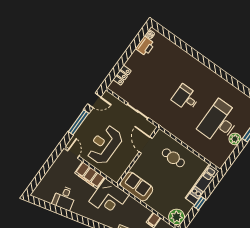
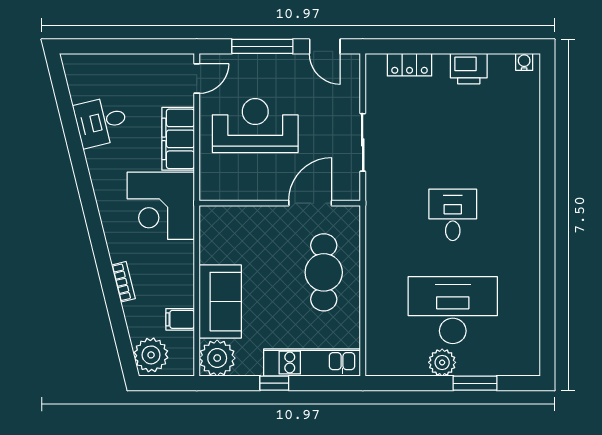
printer: (145, 46) -> (469, 69), moved
cafe table: (173, 158) -> (324, 272), width x1.37, depth x1.35
sofa: (137, 186) -> (220, 302), moved

